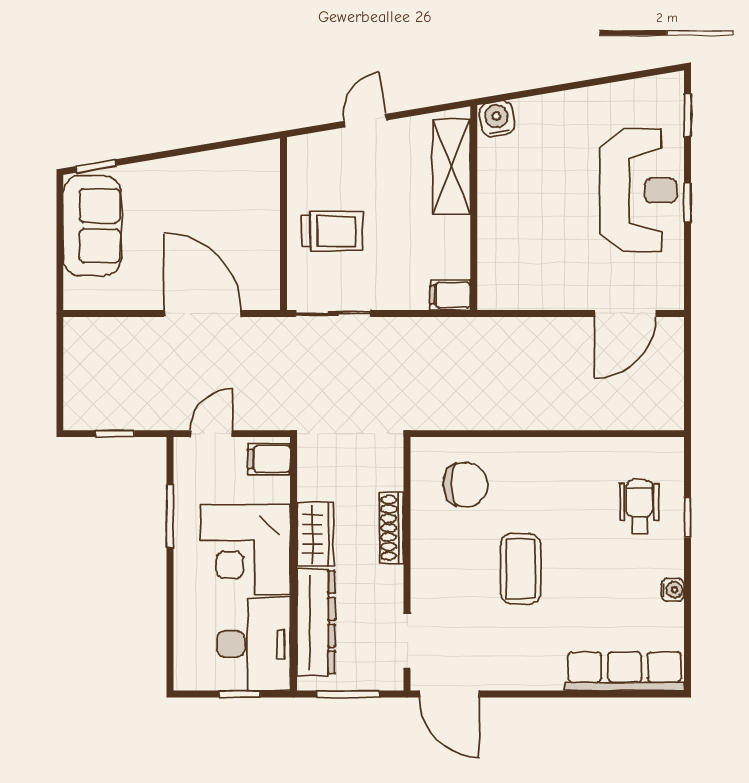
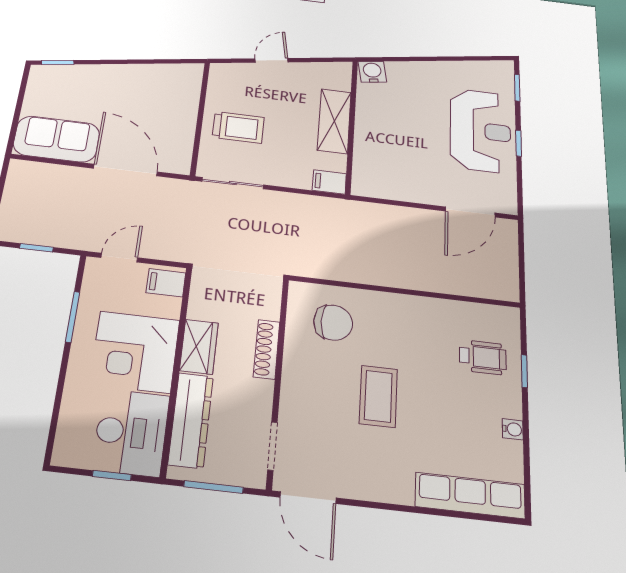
shelving: (451, 167) -> (334, 121), moved
sofa: (92, 226) -> (57, 139), moved, turned -90
wheelchair: (639, 506) -> (483, 357), turned 90

